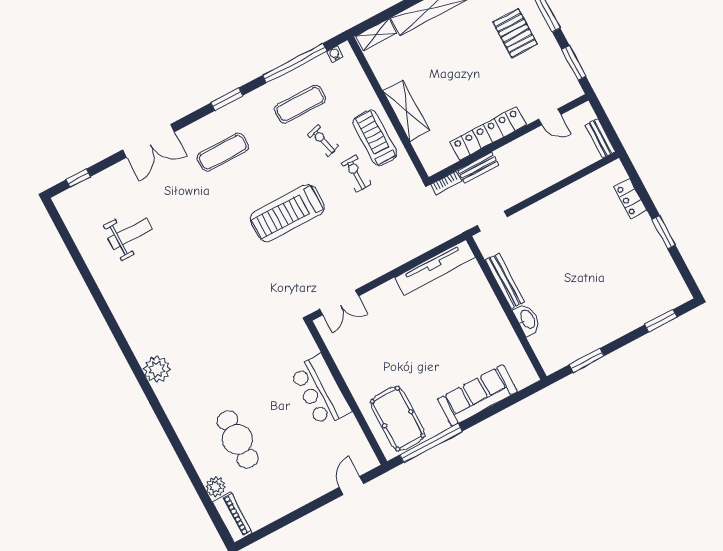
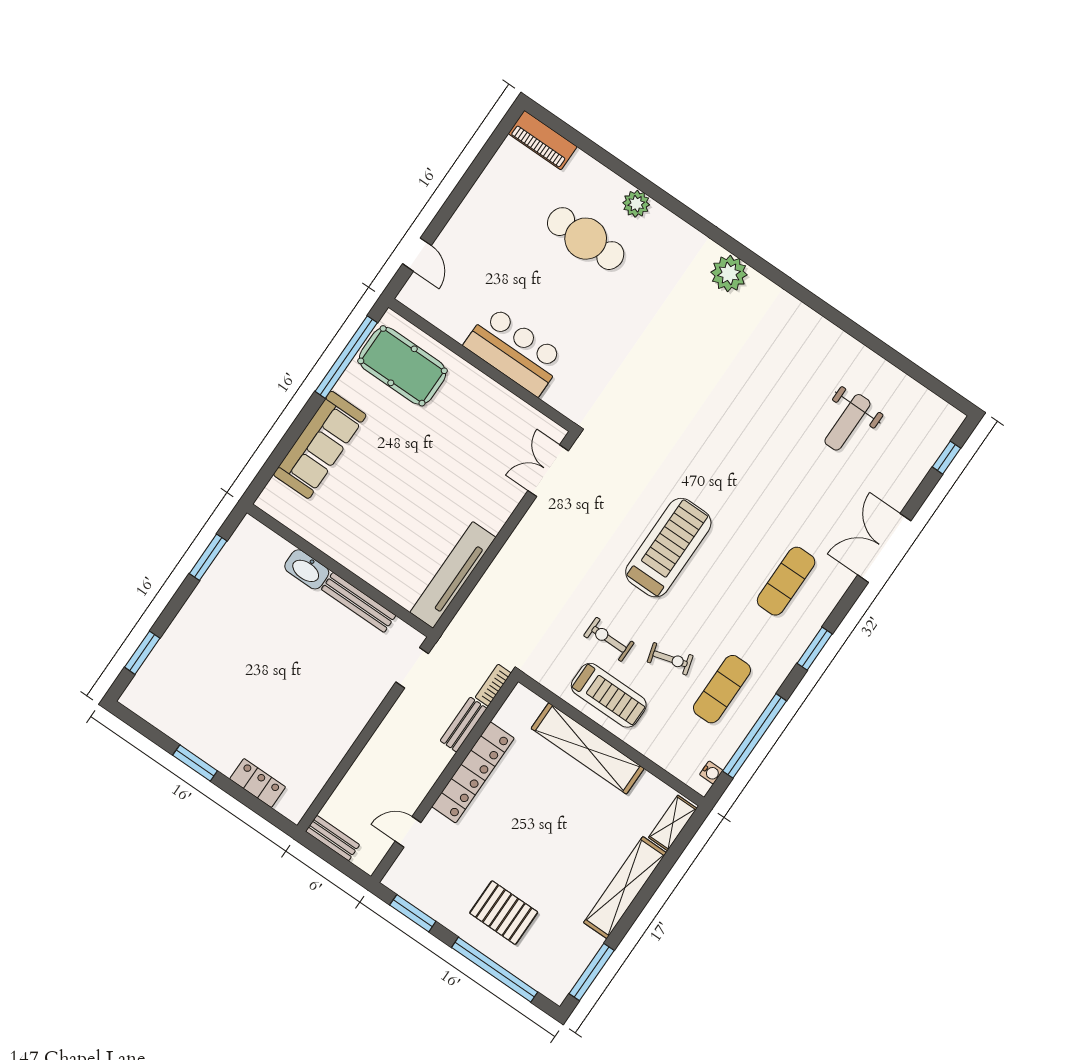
shelving: (406, 111) -> (588, 748), width x1.47
exercise bike: (356, 174) -> (609, 639), turned 180
plant: (215, 487) -> (636, 204), moved

